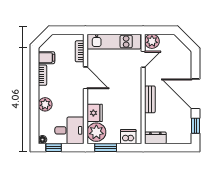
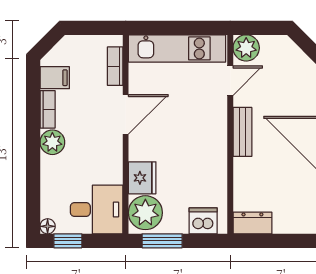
door: (85, 78) -> (126, 114), hinge flipped
bench: (150, 99) -> (242, 132), moved
plant: (45, 104) -> (52, 142), moved

